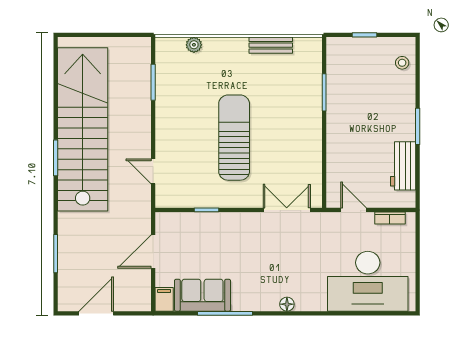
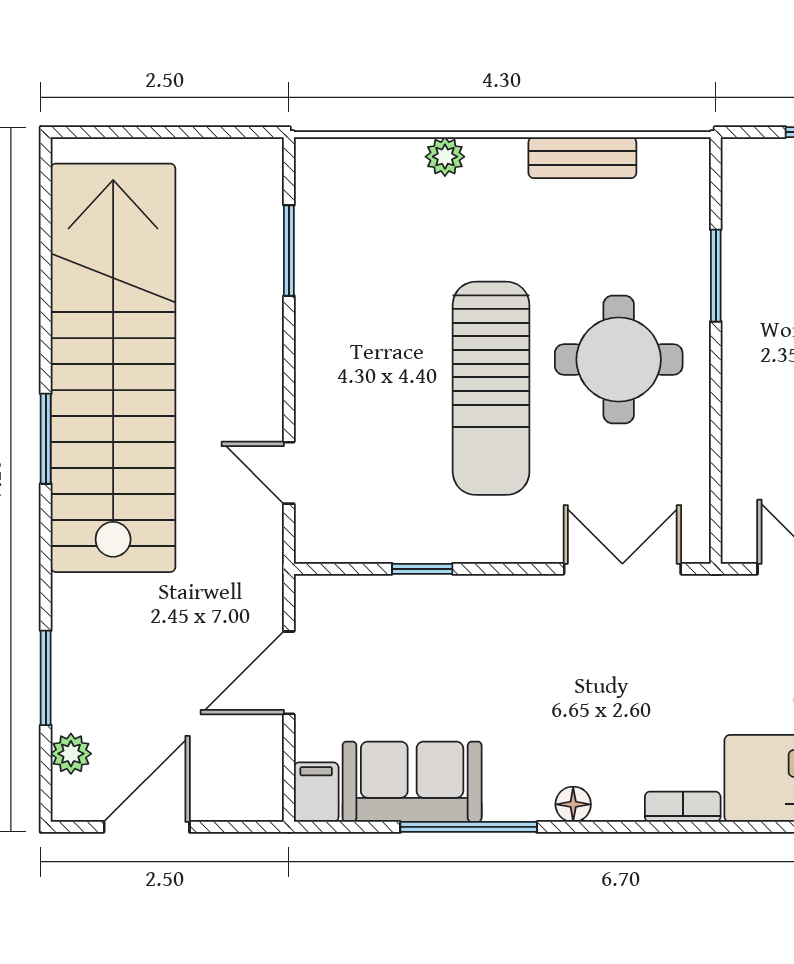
plant: (194, 45) -> (445, 157), moved
round table: (285, 126) -> (619, 360), added
sun lounger: (234, 138) -> (491, 388), turned 180
plant: (66, 284) -> (71, 754), added
floor lamp: (287, 304) -> (573, 804), moved
bookcase: (311, 305) -> (683, 807), added

